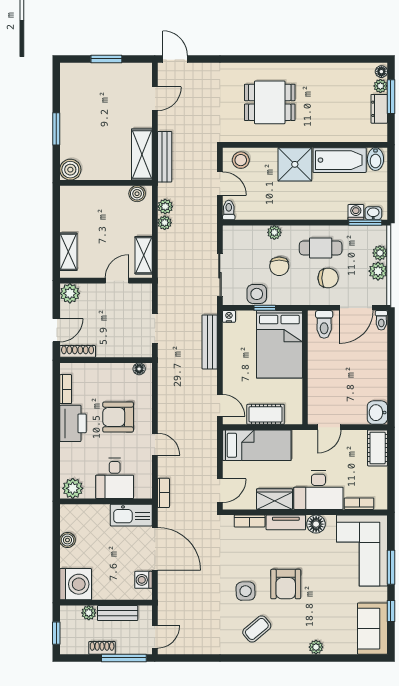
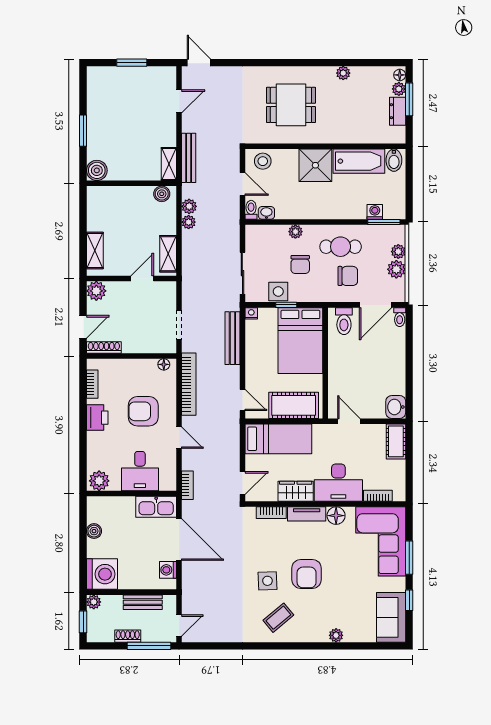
plant: (323, 70) -> (343, 73), added
shelving: (142, 154) -> (169, 164), width x0.67, depth x0.75
washbasin: (373, 213) -> (266, 213), moved
bookcase: (165, 389) -> (189, 384), added
cot: (266, 414) -> (294, 405), width x1.37, depth x1.34
printer: (73, 423) -> (97, 418), width x0.73, depth x0.84
door: (329, 427) -> (349, 421), swing flipped
plant: (89, 613) -> (94, 602), moved

